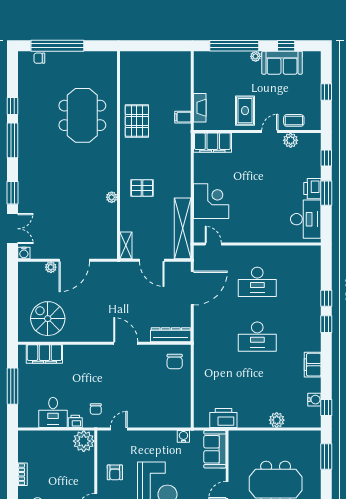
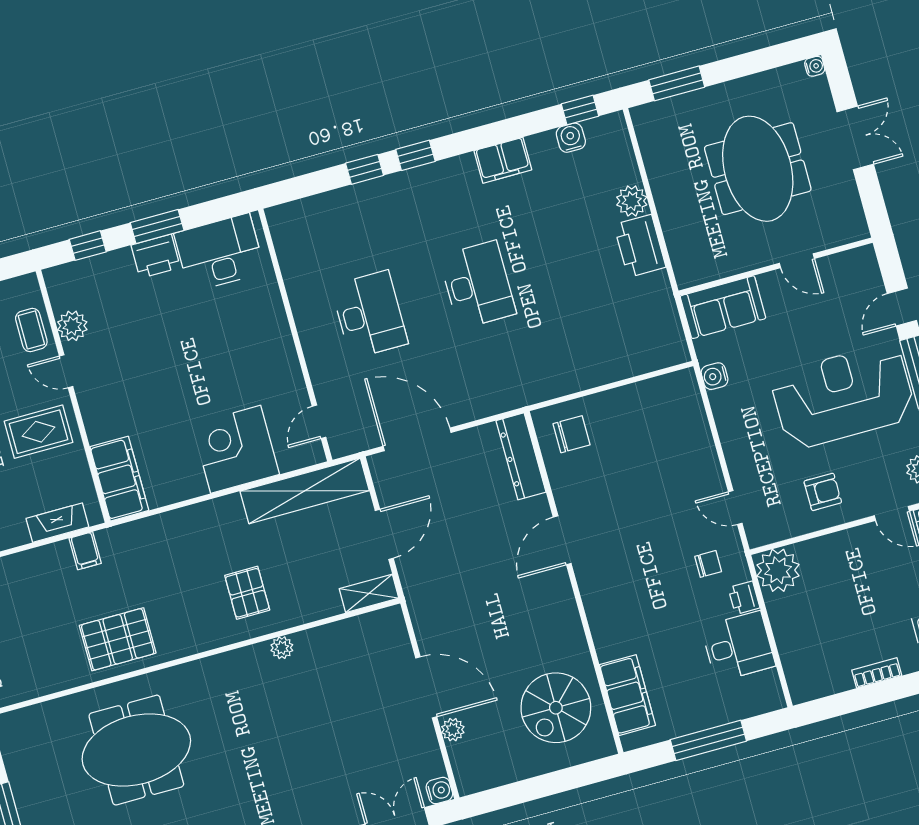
printer: (223, 418) -> (640, 246), moved

